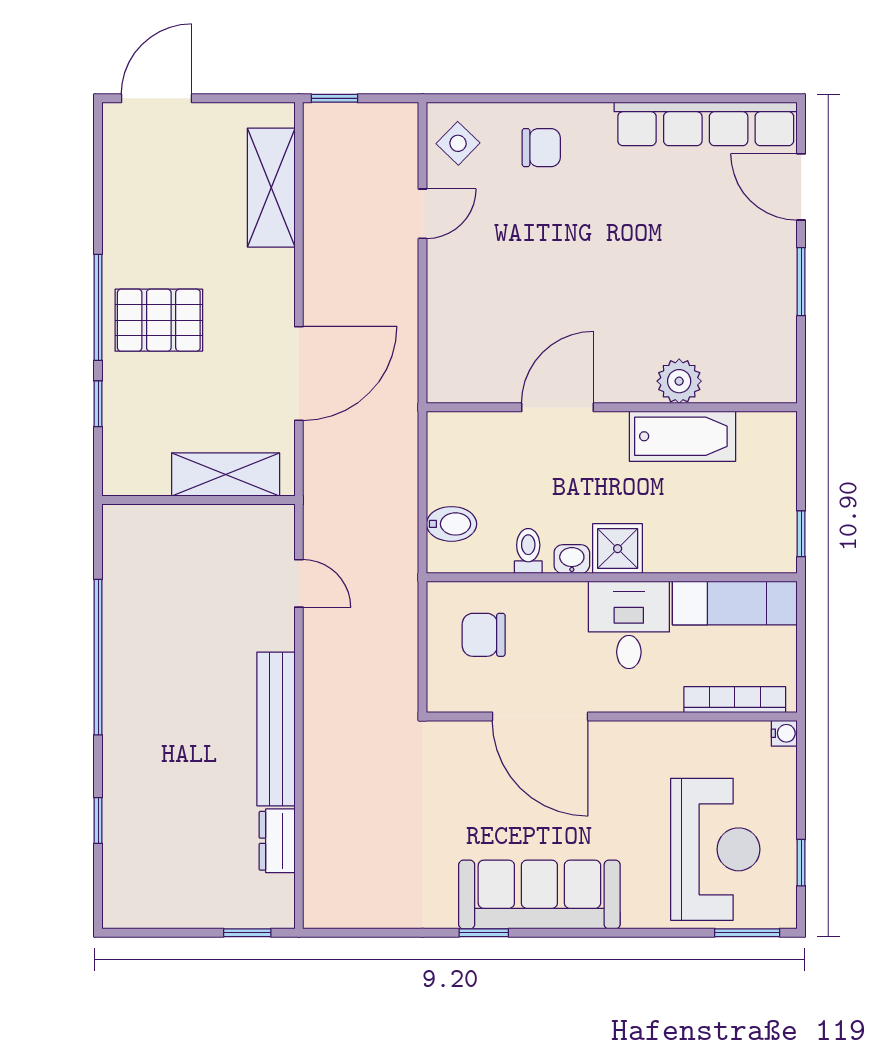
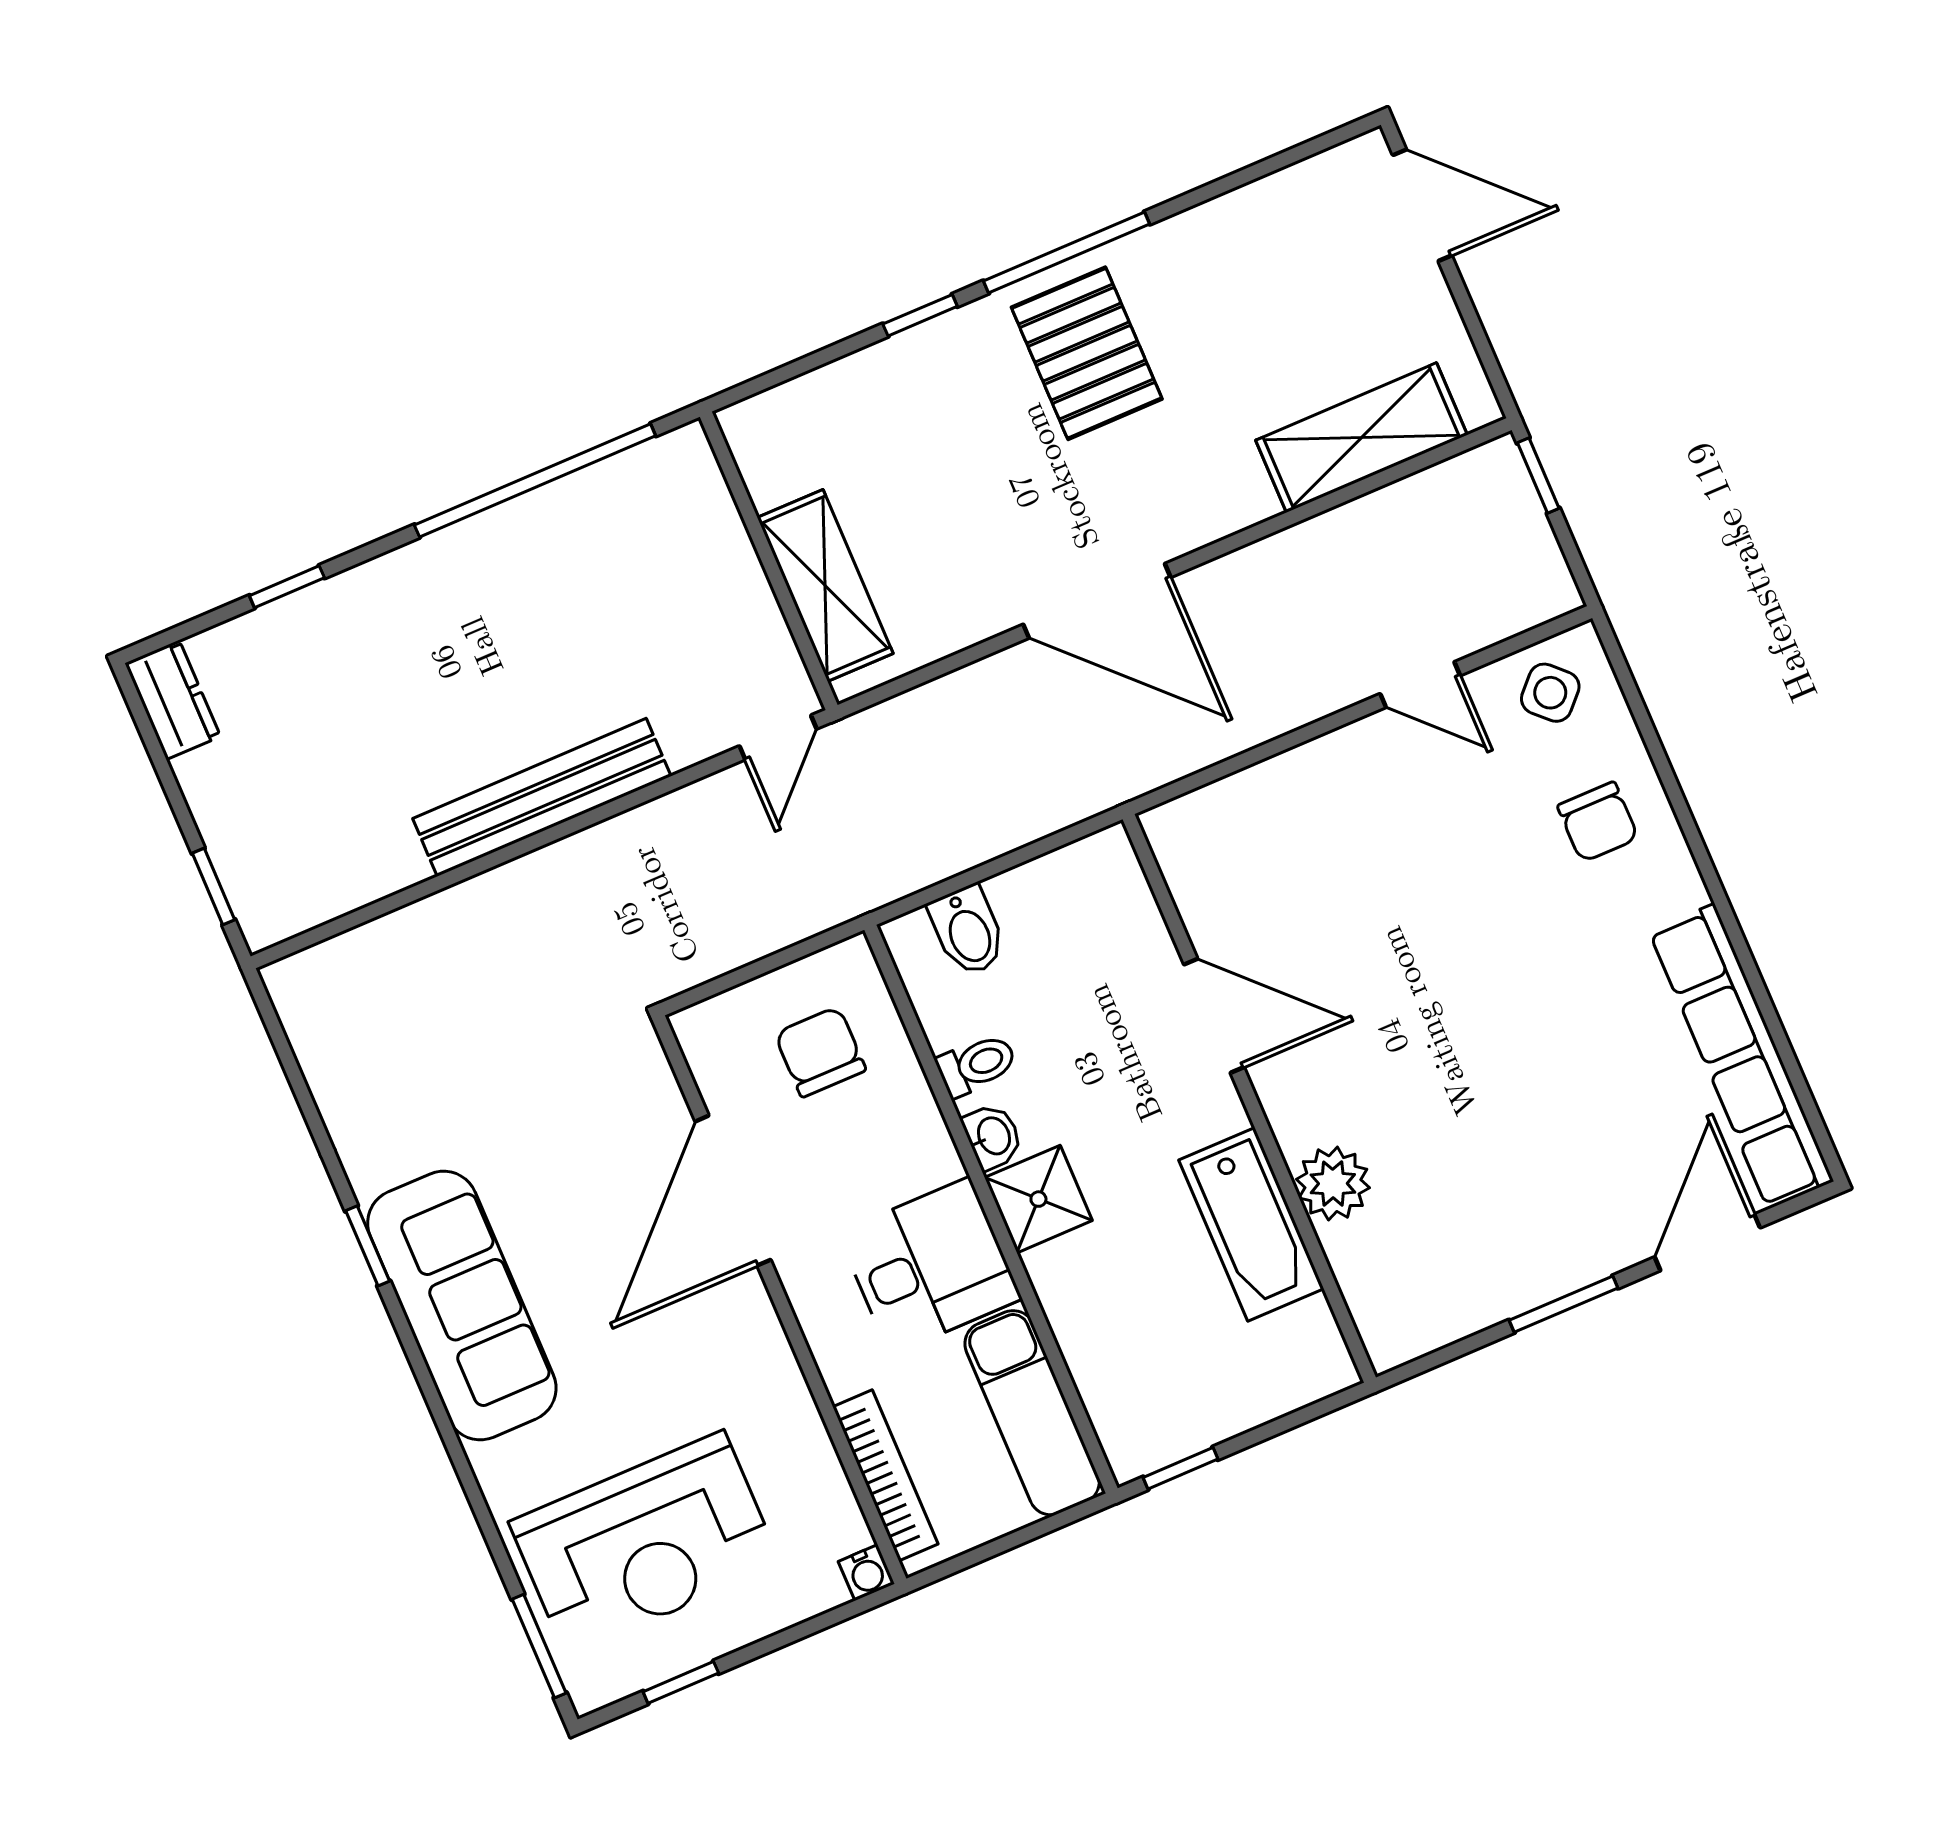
shelving: (226, 475) -> (825, 585), moved
wall: (198, 500) -> (769, 561), moved
dresser: (277, 841) -> (173, 700), moved, turned 90

